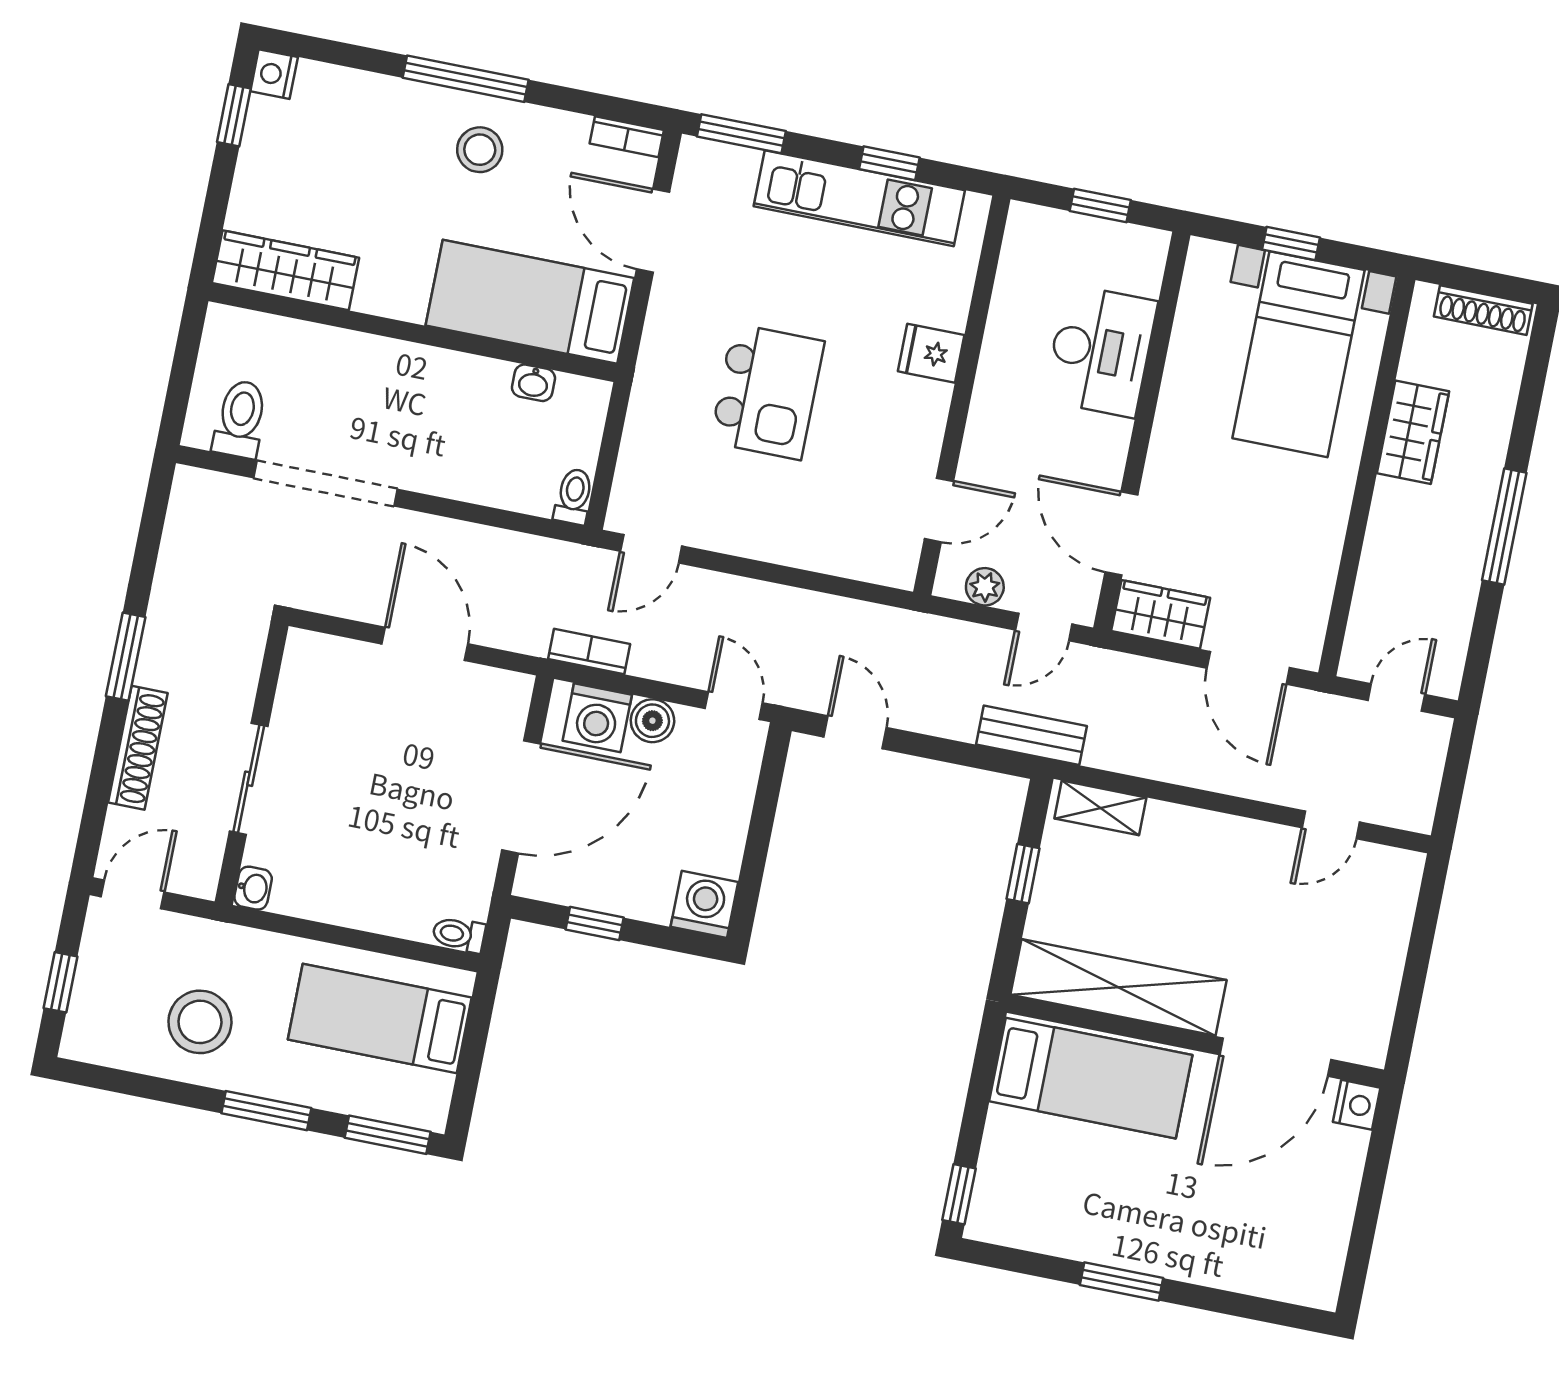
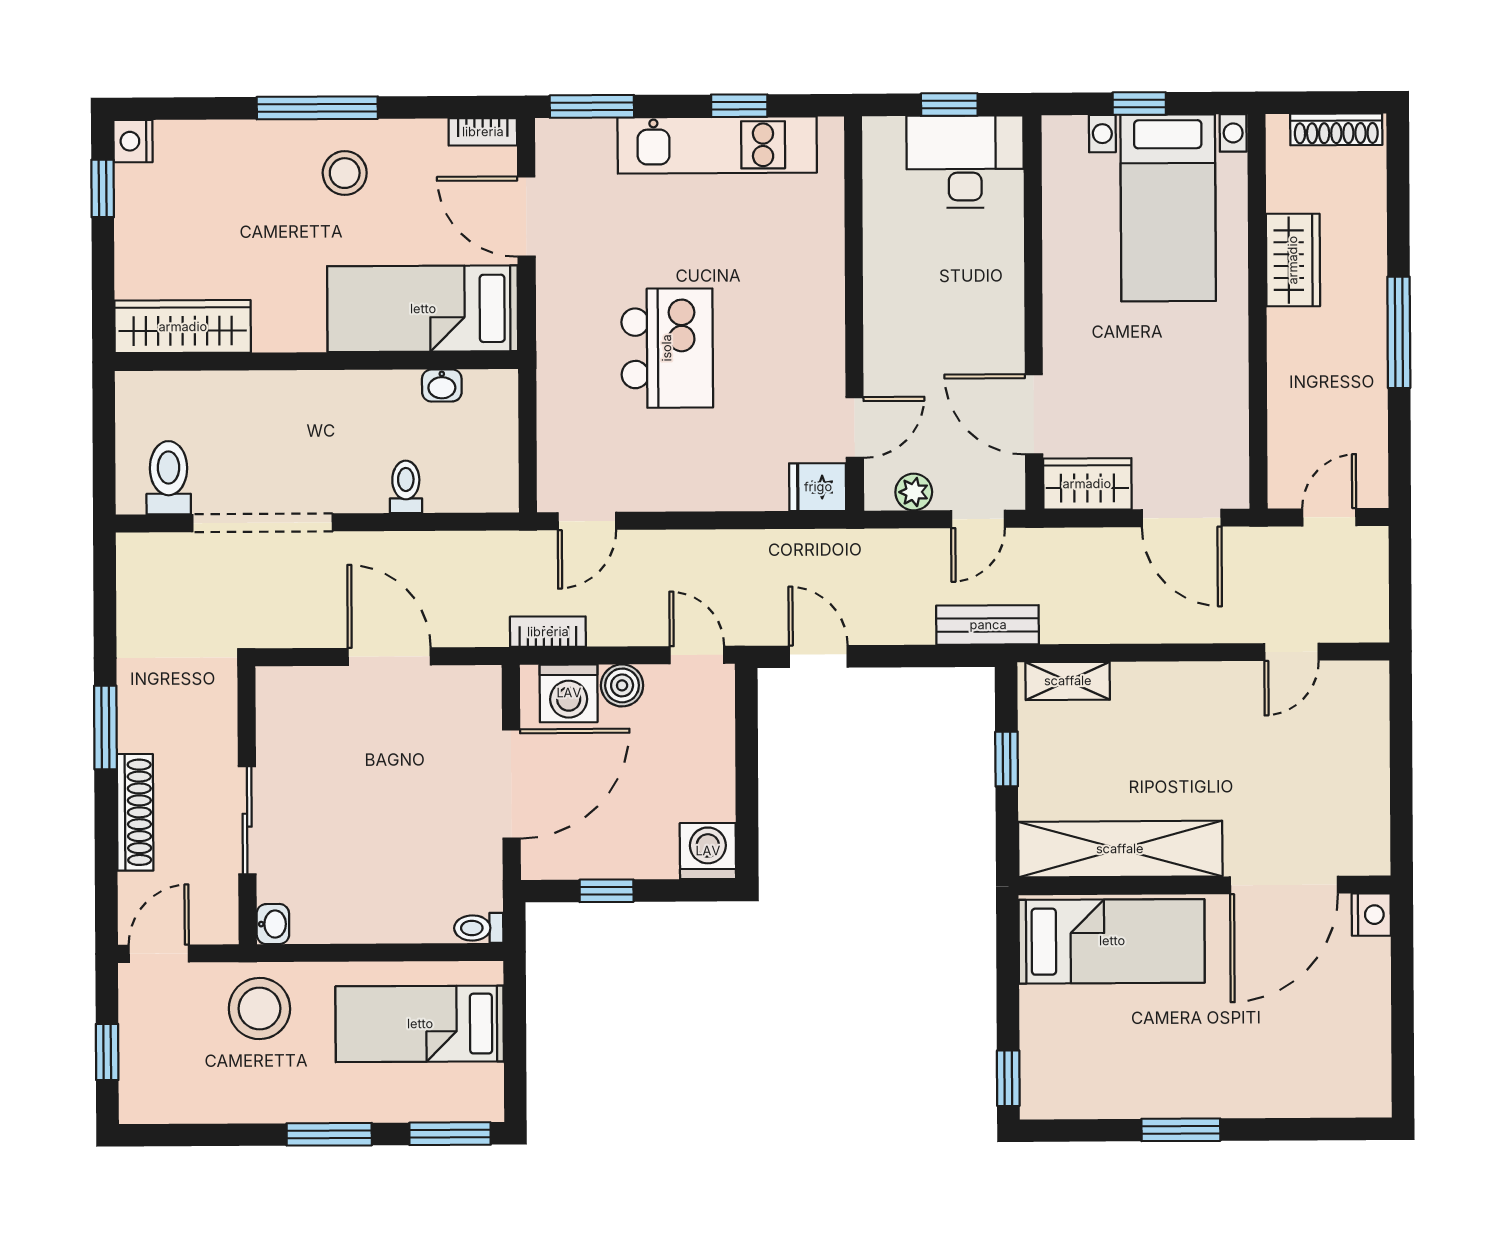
desk: (1101, 351) -> (965, 162), moved, turned -90
fridge: (931, 353) -> (818, 487), moved
toilet: (574, 496) -> (406, 487), moved
stool: (200, 1022) -> (259, 1008), moved

